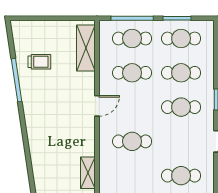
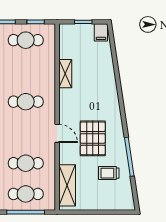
pallet: (57, 100) -> (93, 138), added
door: (97, 106) -> (57, 133), swing flipped

